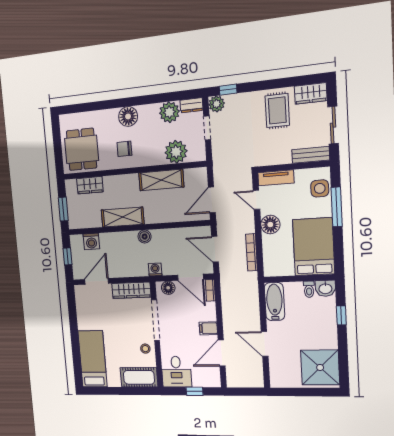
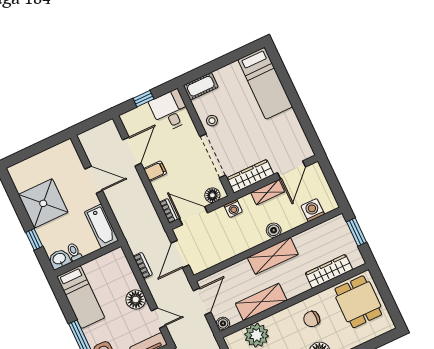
chair: (124, 149) -> (312, 319), turned 180
boiler: (201, 173) -> (223, 323), added
wardrobe: (90, 185) -> (329, 271), width x1.50
shelving: (123, 217) -> (273, 256), moved
boiler: (145, 237) -> (274, 230), moved
bed: (314, 247) -> (81, 297), width x0.67
door: (215, 249) -> (180, 254), swing flipped
bookcase: (252, 252) -> (143, 265), width x0.64
window: (67, 256) -> (334, 183), removed
shelving: (122, 271) -> (268, 192), added
shower: (320, 367) -> (43, 203), moved
cot: (139, 377) -> (201, 86), width x0.73, depth x0.75

